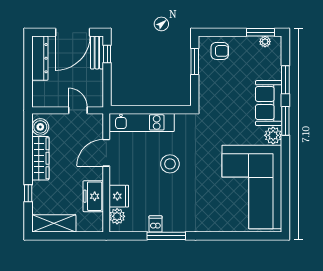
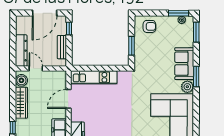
bench: (97, 53) -> (62, 47), moved
dresser: (40, 58) -> (21, 51), moved
window: (195, 62) -> (132, 46), moved
window: (285, 80) -> (196, 32), moved
door: (78, 110) -> (36, 69), moved
stool: (170, 164) -> (114, 107), removed

